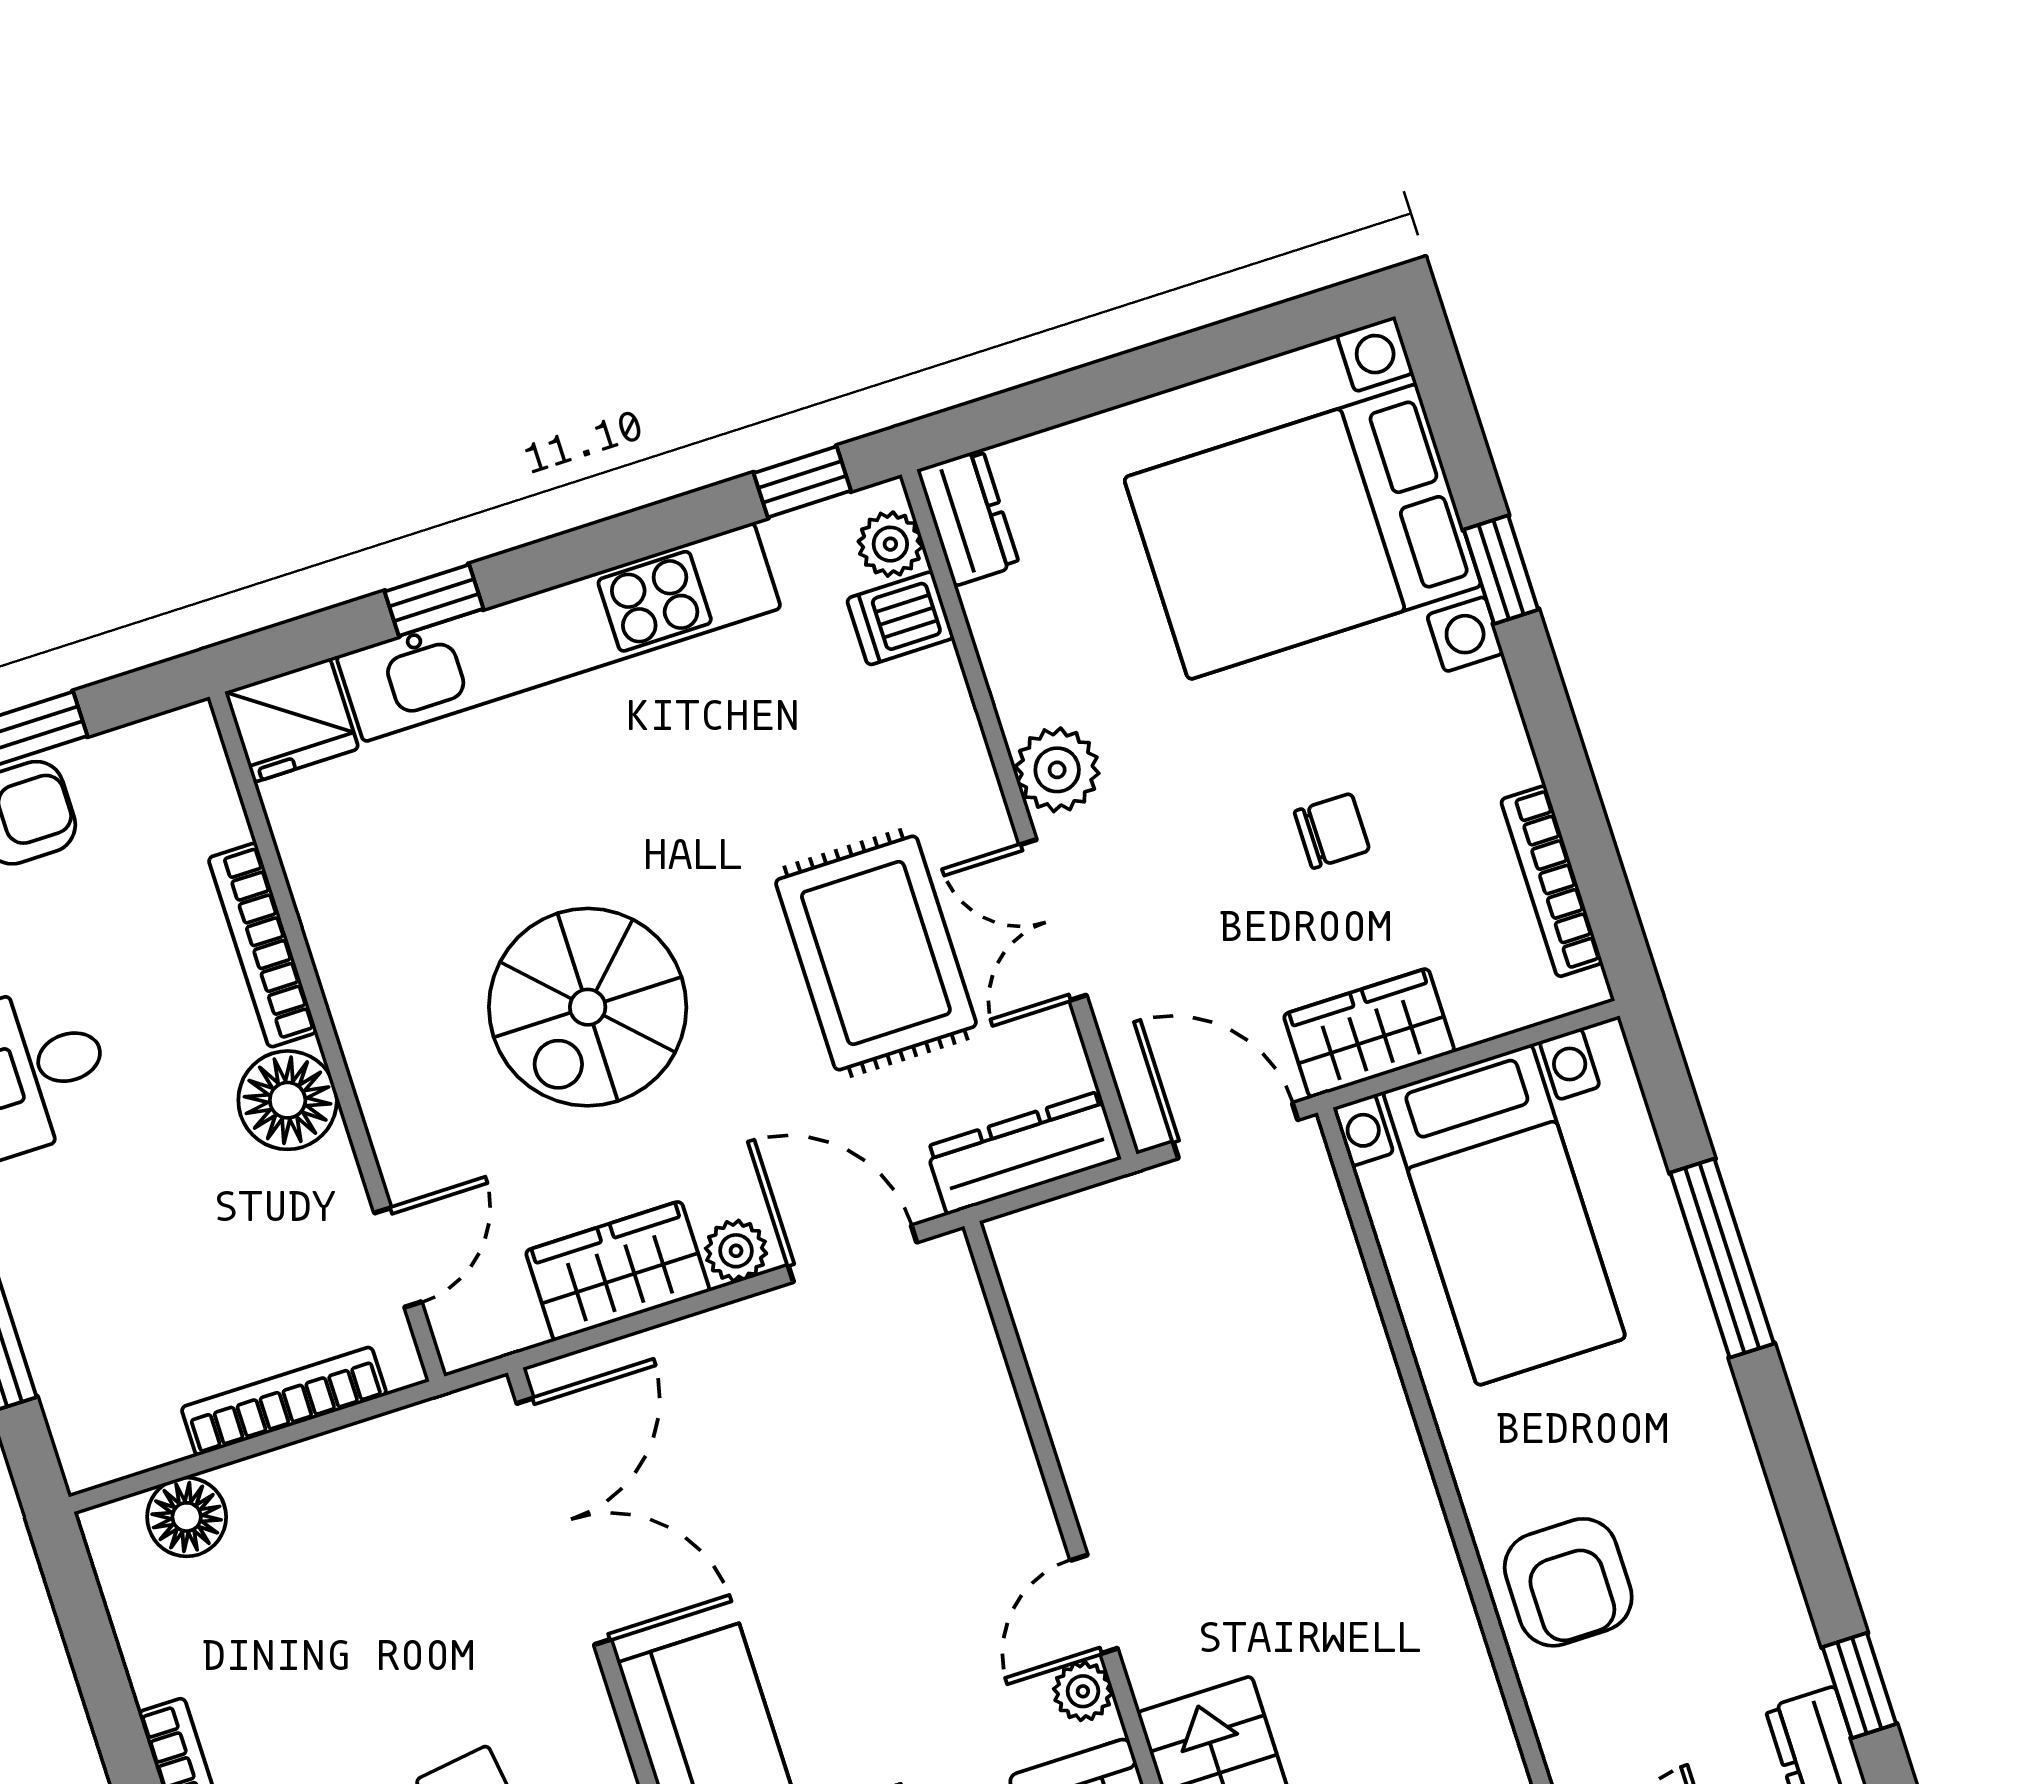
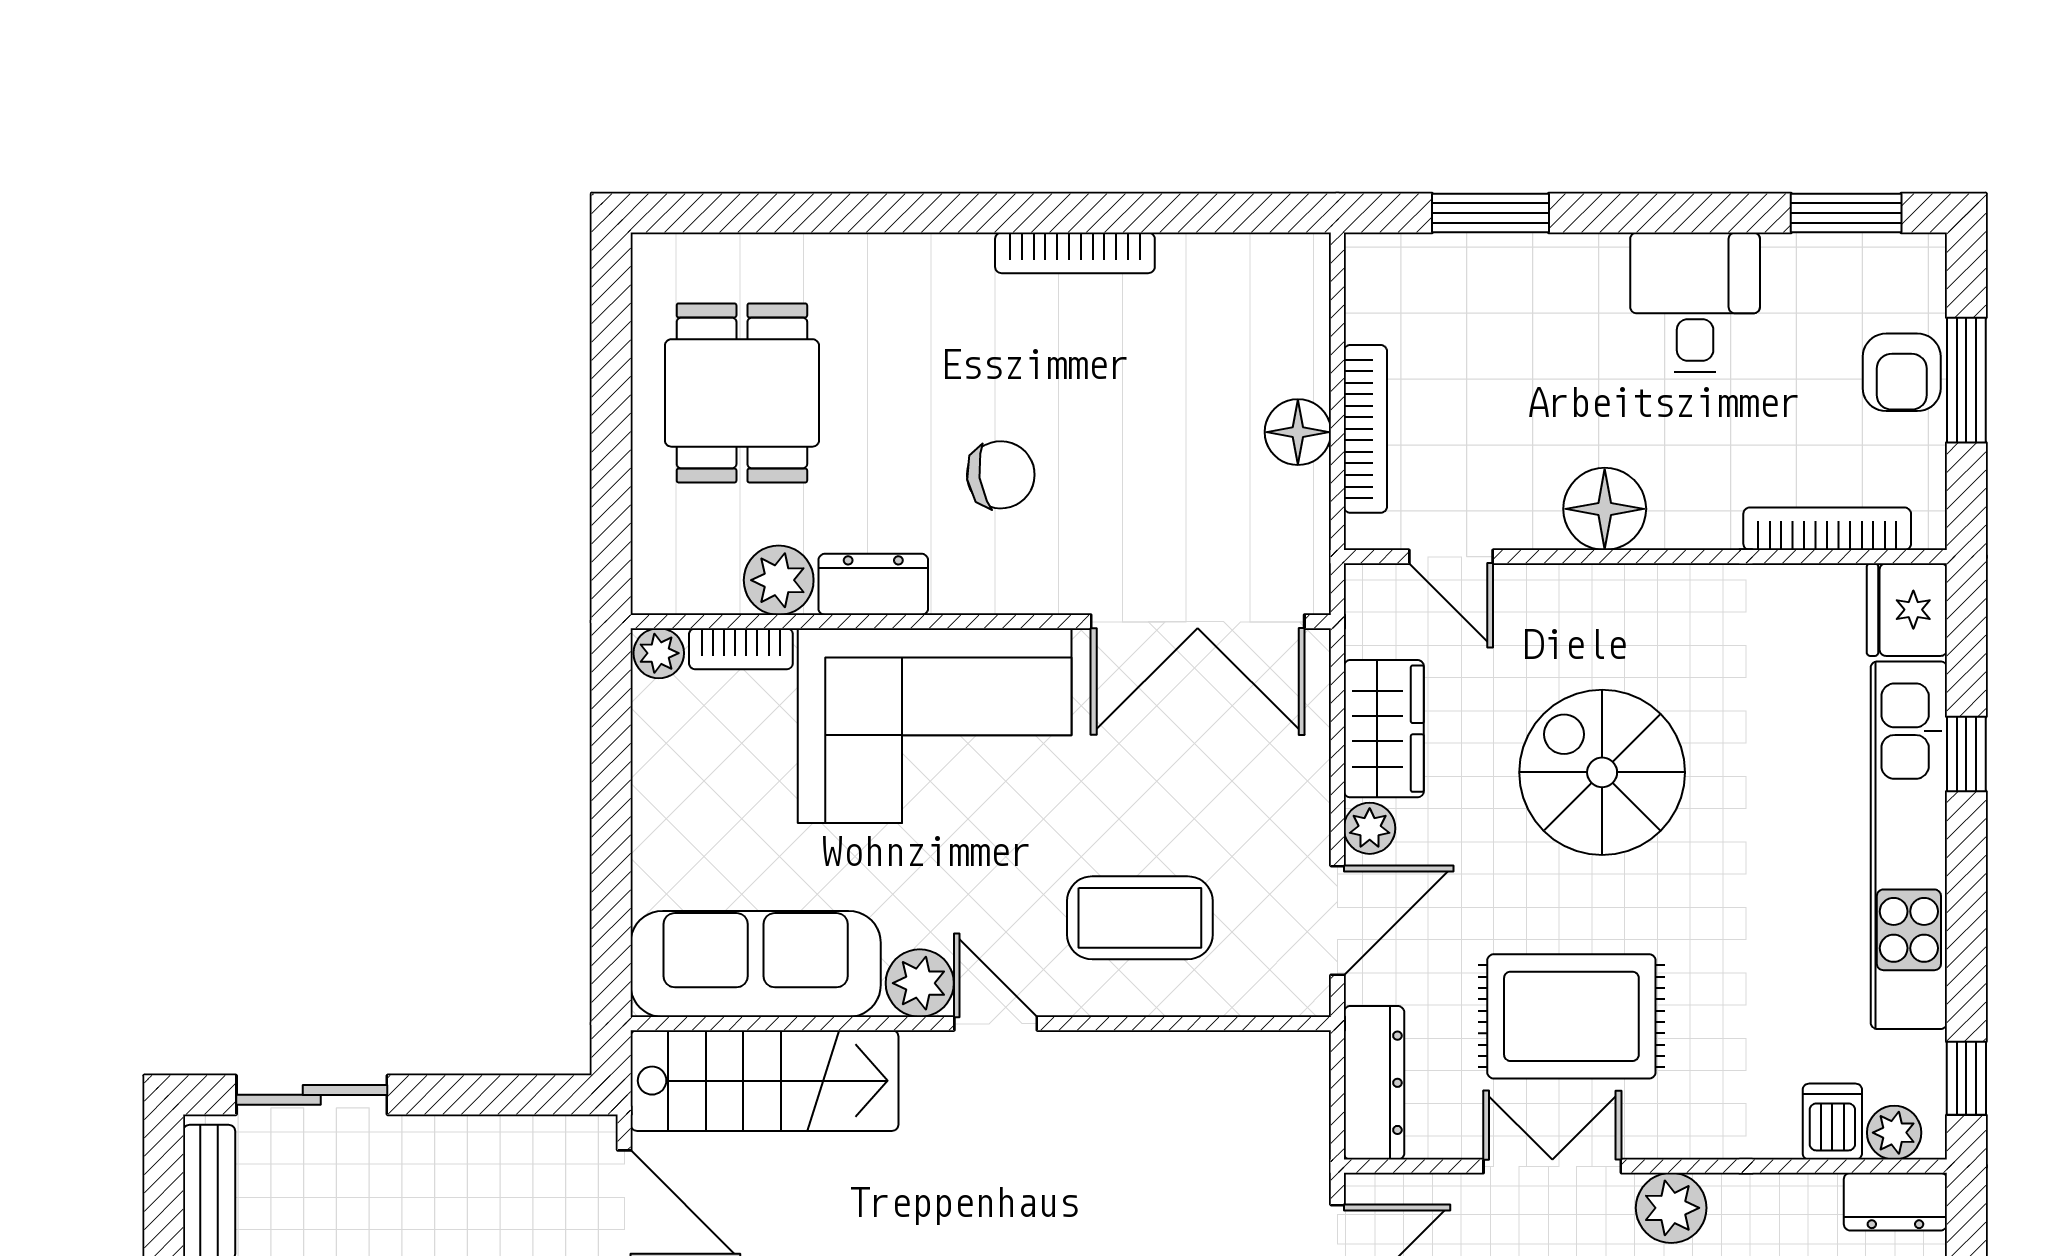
bookcase: (263, 945) -> (1827, 529), moved
coffee table: (921, 1479) -> (1140, 918), added
floor lamp: (187, 1517) -> (1298, 432), moved
plant: (1083, 1691) -> (920, 983), width x1.38, depth x1.38

